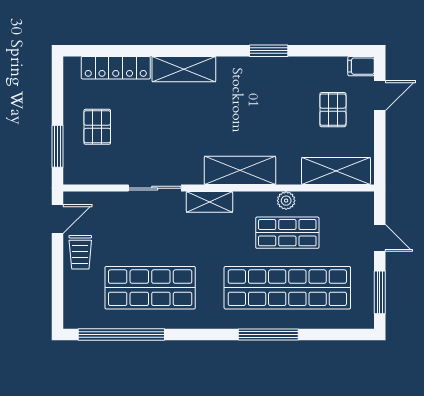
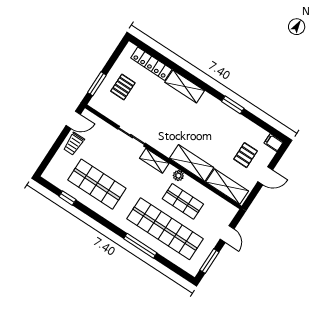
door: (380, 96) -> (265, 176), moved
shelving: (240, 170) -> (192, 163), moved
plant: (286, 201) -> (178, 176), moved
window: (121, 335) -> (67, 198), width x0.32

